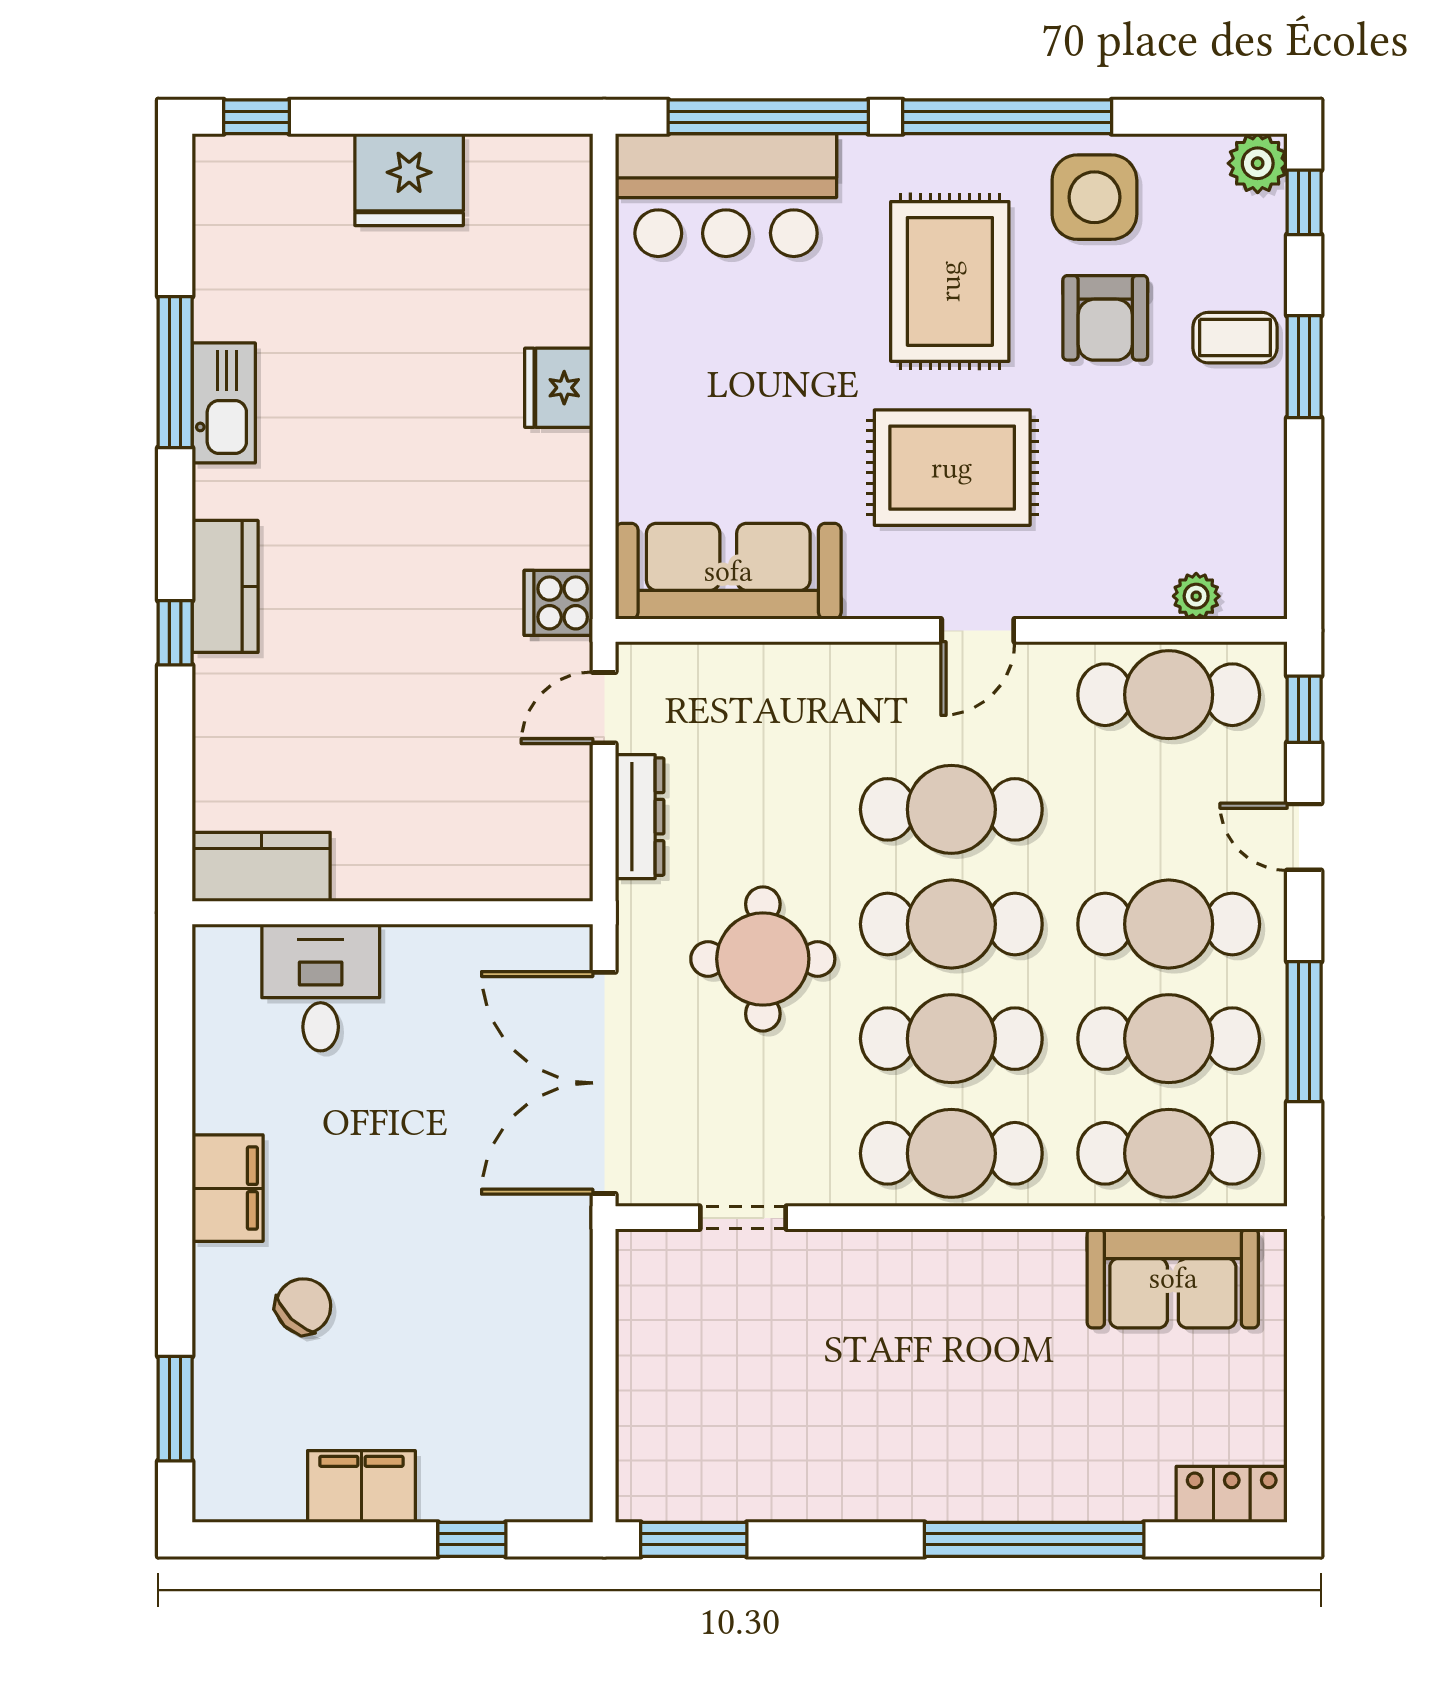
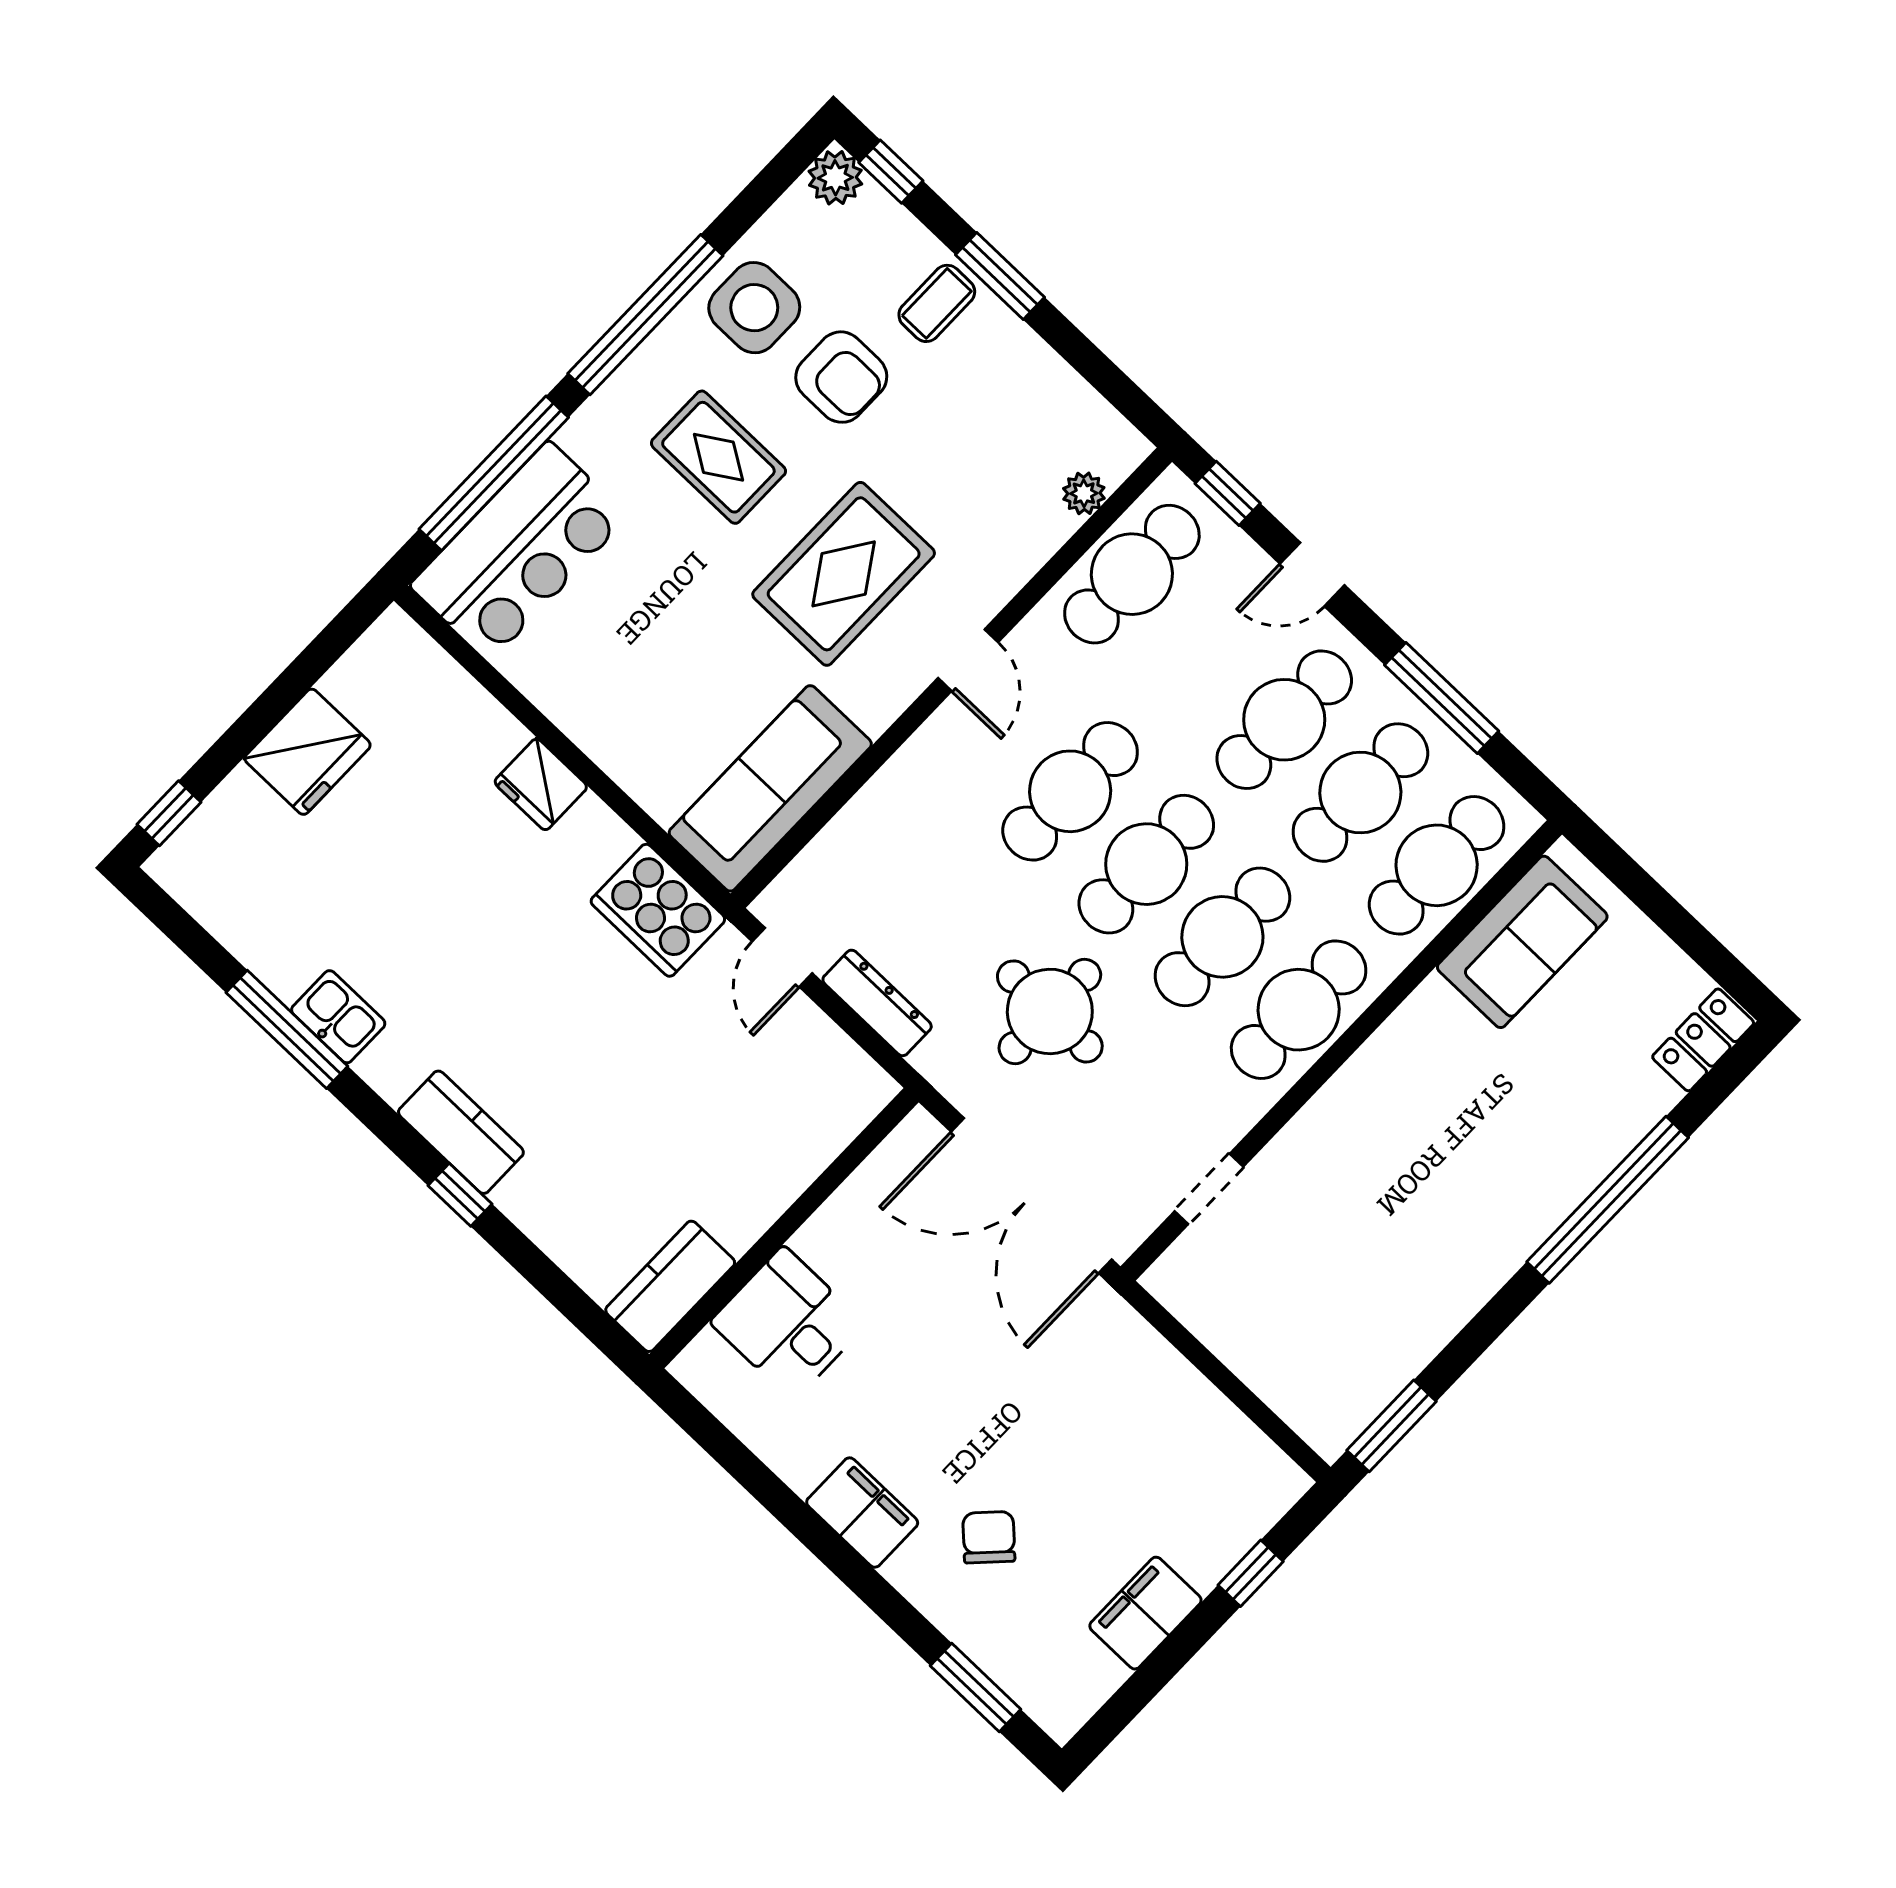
rug: (950, 281) -> (718, 457), width x0.73, depth x0.70
kitchen sink: (224, 403) -> (338, 1017), width x0.73
cooker: (559, 603) -> (658, 910), width x1.87, depth x1.31

